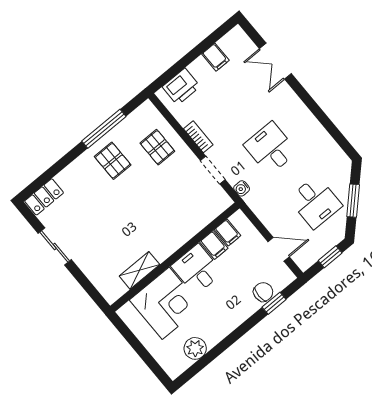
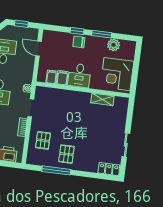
chair: (263, 292) -> (79, 42), moved
corner desk: (166, 303) -> (117, 74), moved, turned -90
window: (274, 303) -> (77, 31), moved
window: (223, 346) -> (102, 34), added

